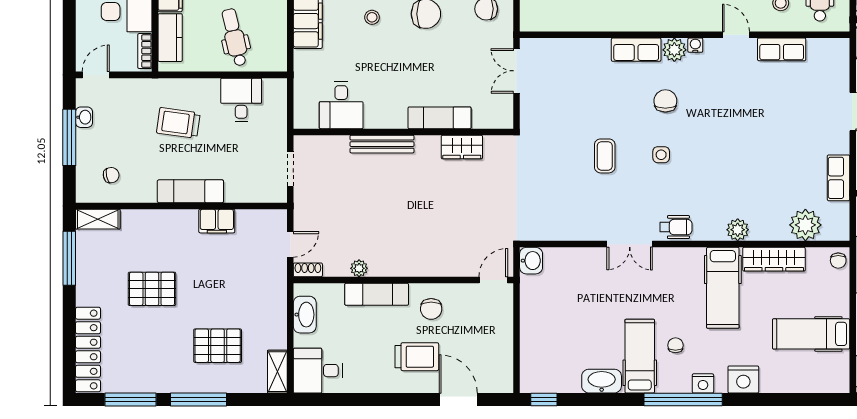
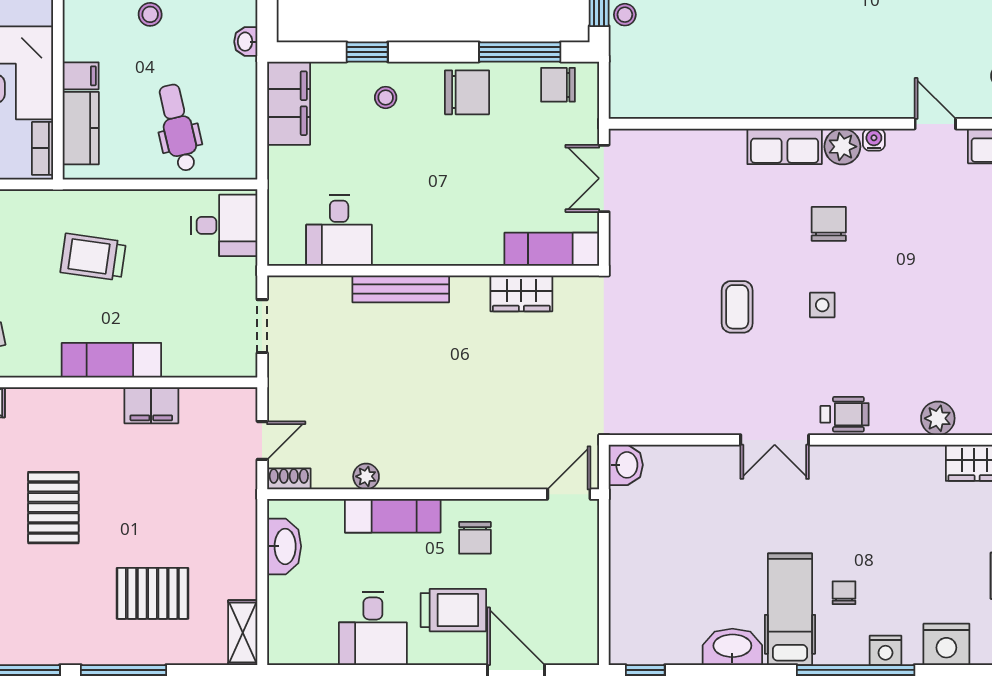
desk: (241, 100) -> (224, 225), moved, turned 90
exam couch: (439, 118) -> (552, 249), moved
hospital bed: (723, 288) -> (916, 506), removed
pallet: (152, 289) -> (53, 508), turned 90
desk: (318, 371) -> (373, 628), moved, turned -90

